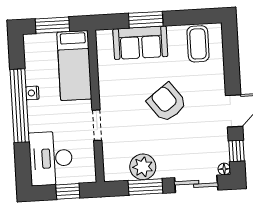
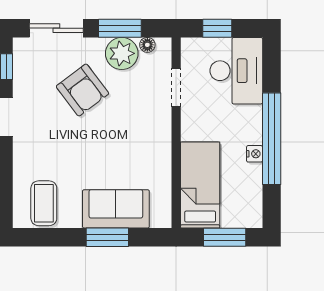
armchair: (167, 103) -> (82, 90), moved
doorway: (97, 125) -> (176, 88), moved
floor lamp: (224, 169) -> (147, 45), moved

